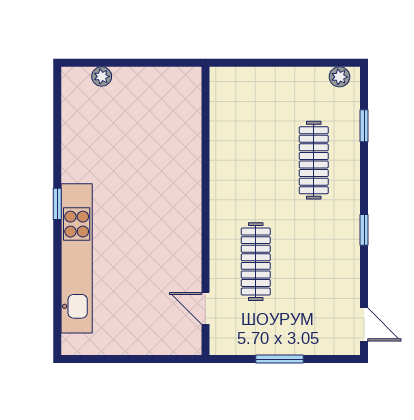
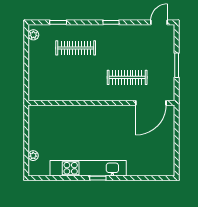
kitchen unit: (77, 258) -> (88, 168), moved
door: (205, 308) -> (151, 103), width x1.88

